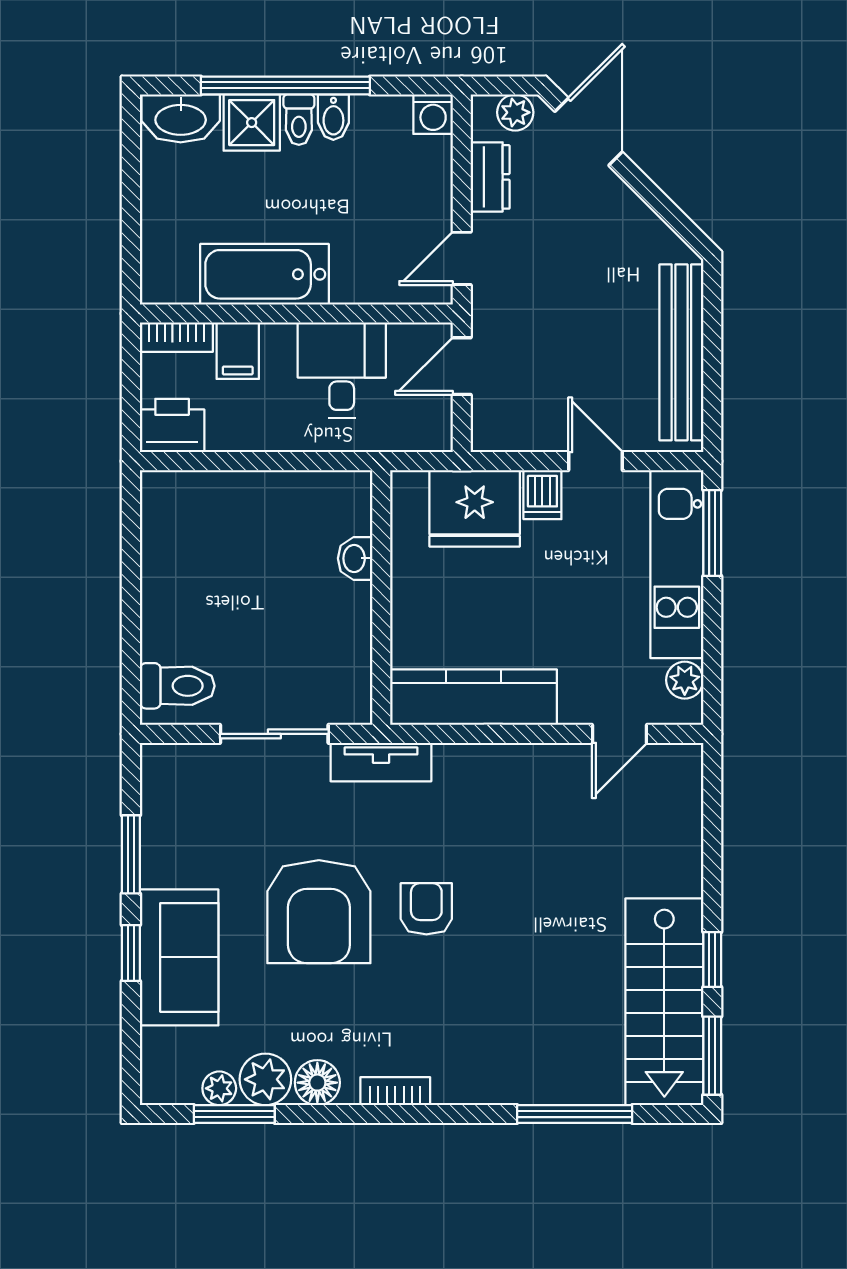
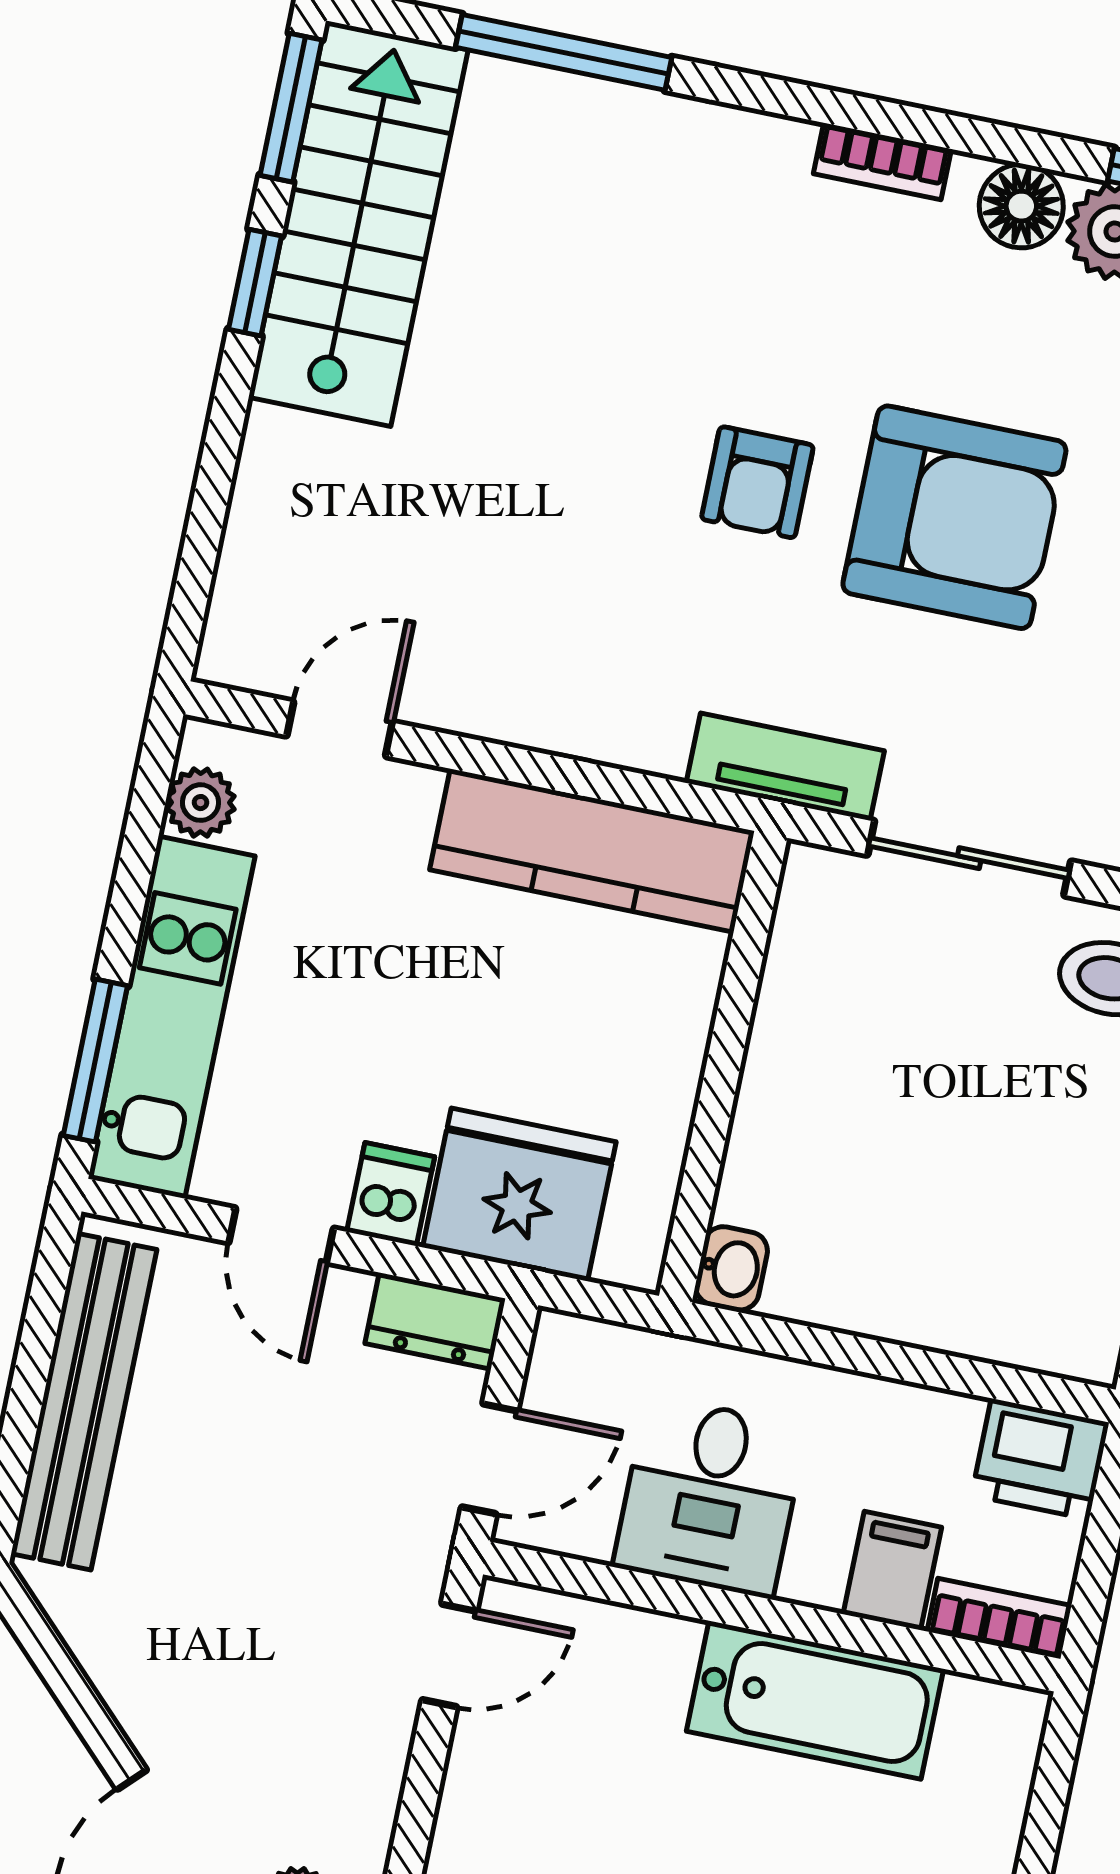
dresser: (490, 177) -> (435, 1321), moved, turned -90
washbasin: (355, 558) -> (731, 1268), moved
armchair: (319, 912) -> (954, 517), turned 90

